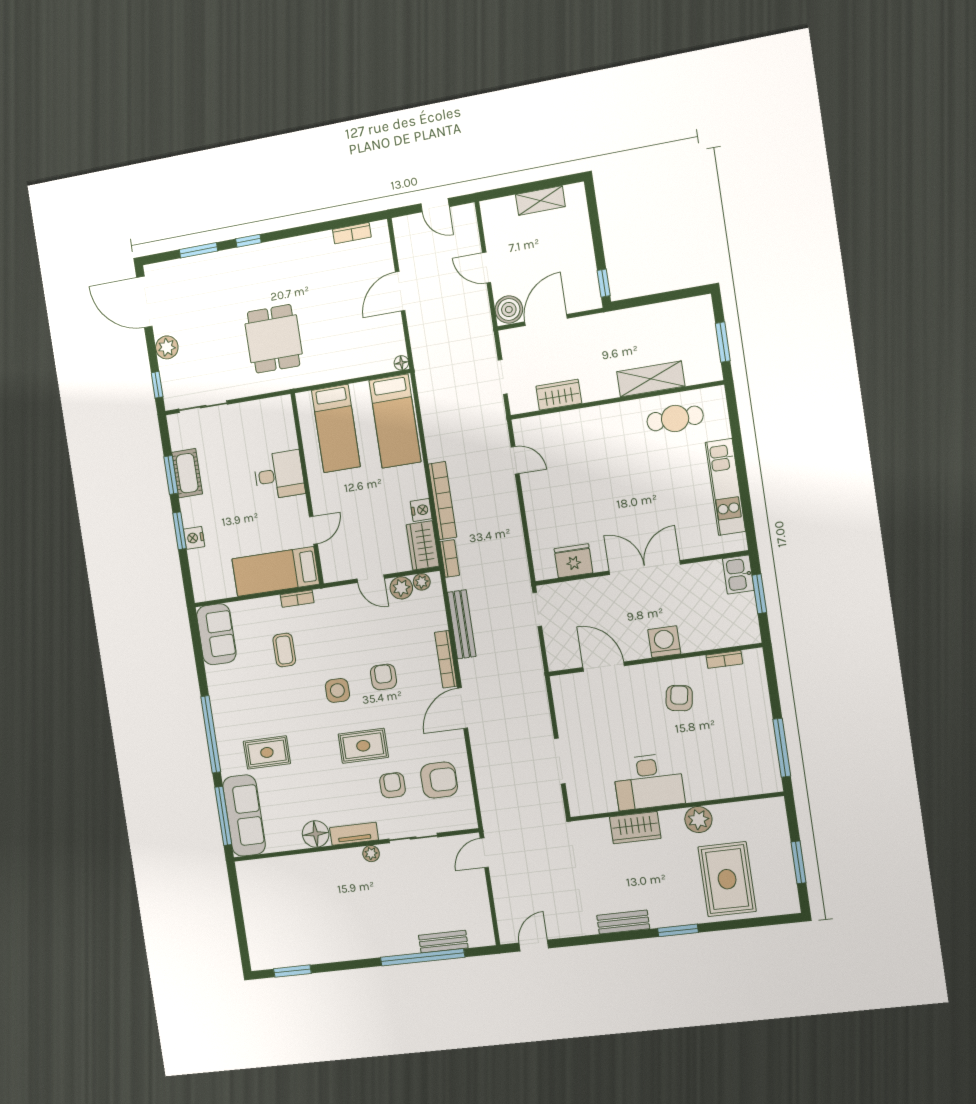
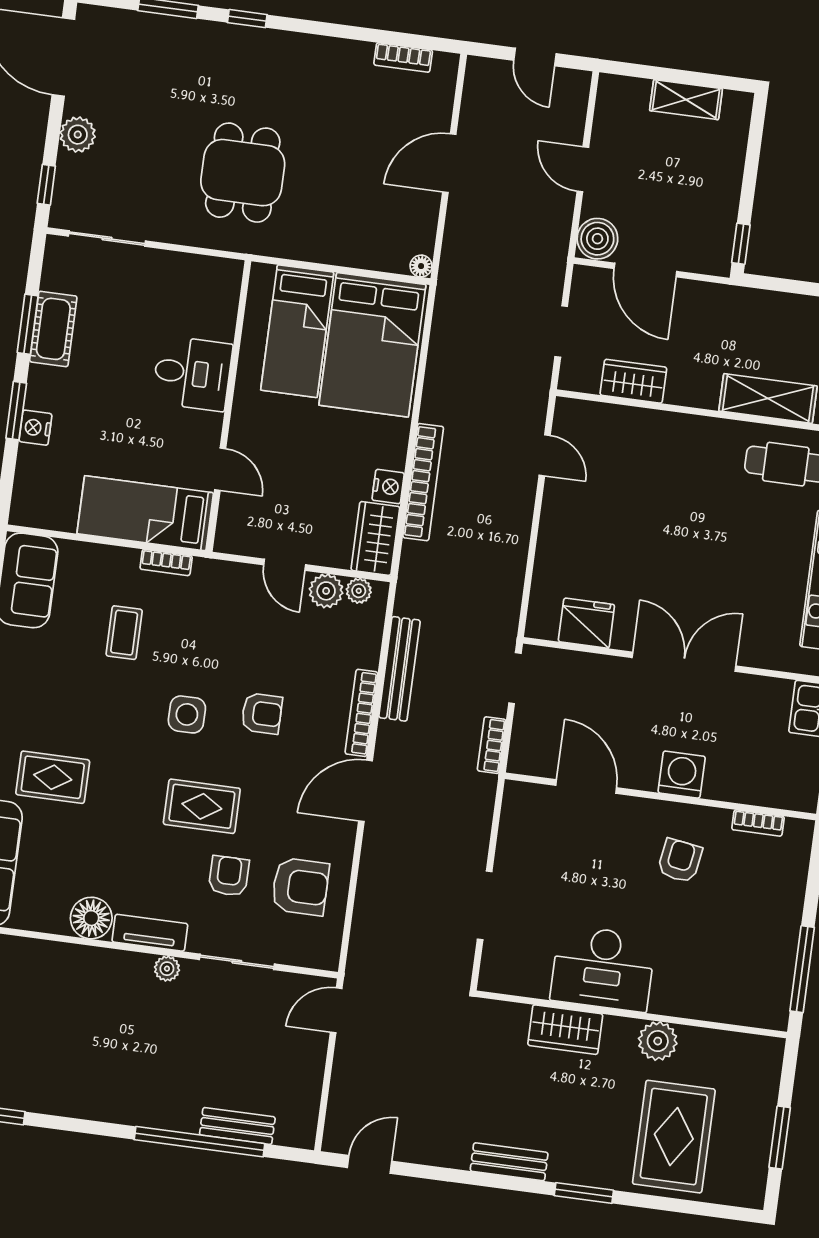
door: (546, 320) -> (645, 270), swing flipped
bed: (395, 421) -> (372, 345), width x1.50
door: (313, 530) -> (220, 469), hinge flipped
bookcase: (450, 559) -> (492, 745), moved, turned 180
armchair: (383, 677) -> (262, 713), turned 90

